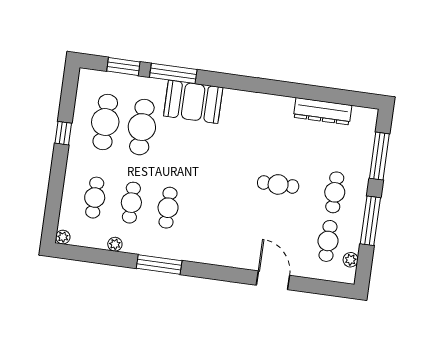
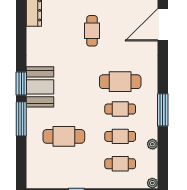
window: (123, 66) -> (21, 84), moved
booth: (193, 102) -> (40, 87), moved
cafe table: (105, 122) -> (120, 82), moved
door: (273, 280) -> (163, 25), width x1.36

